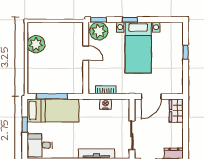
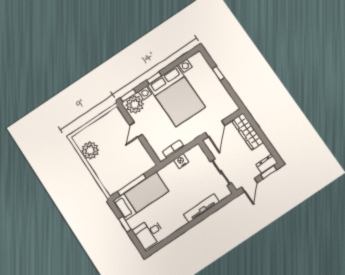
bed with nightstands: (138, 48) -> (176, 96), width x1.36
door: (86, 53) -> (136, 130), swing flipped
wardrobe: (176, 111) -> (247, 132), width x1.50

